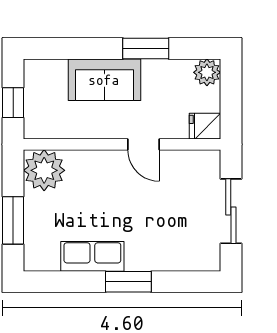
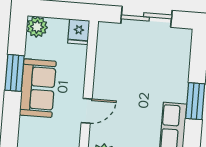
sofa: (104, 80) -> (38, 88), moved
door: (143, 144) -> (87, 111), moved

